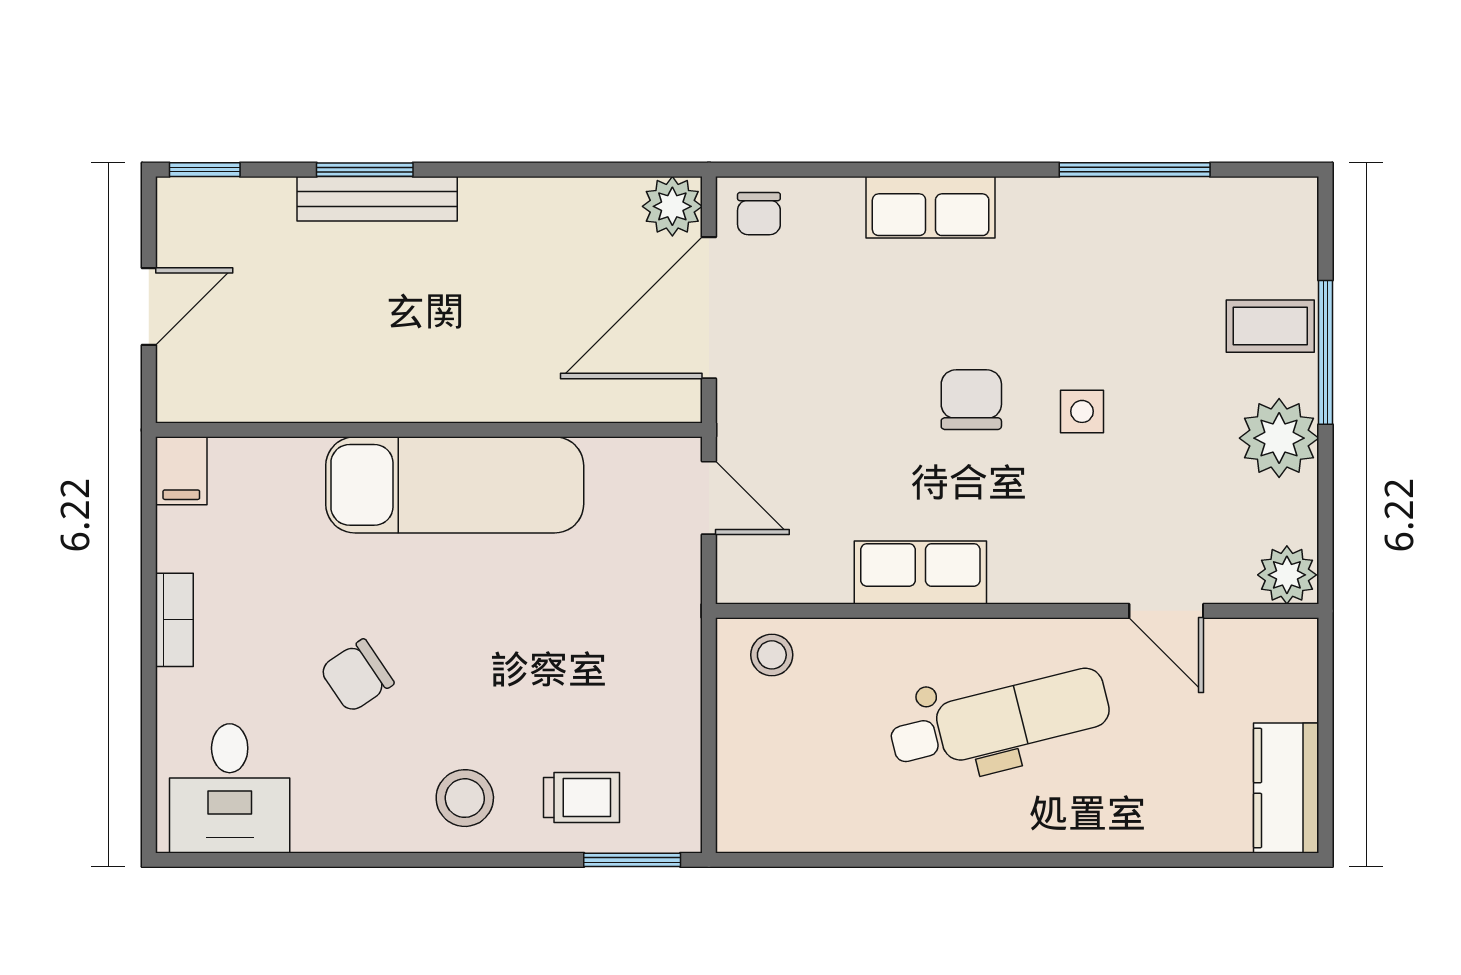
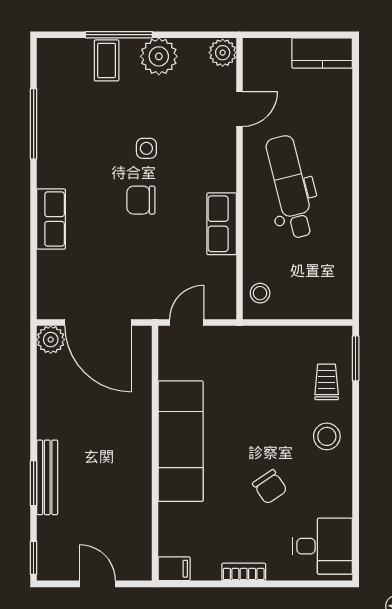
chair: (759, 214) -> (54, 299), removed

